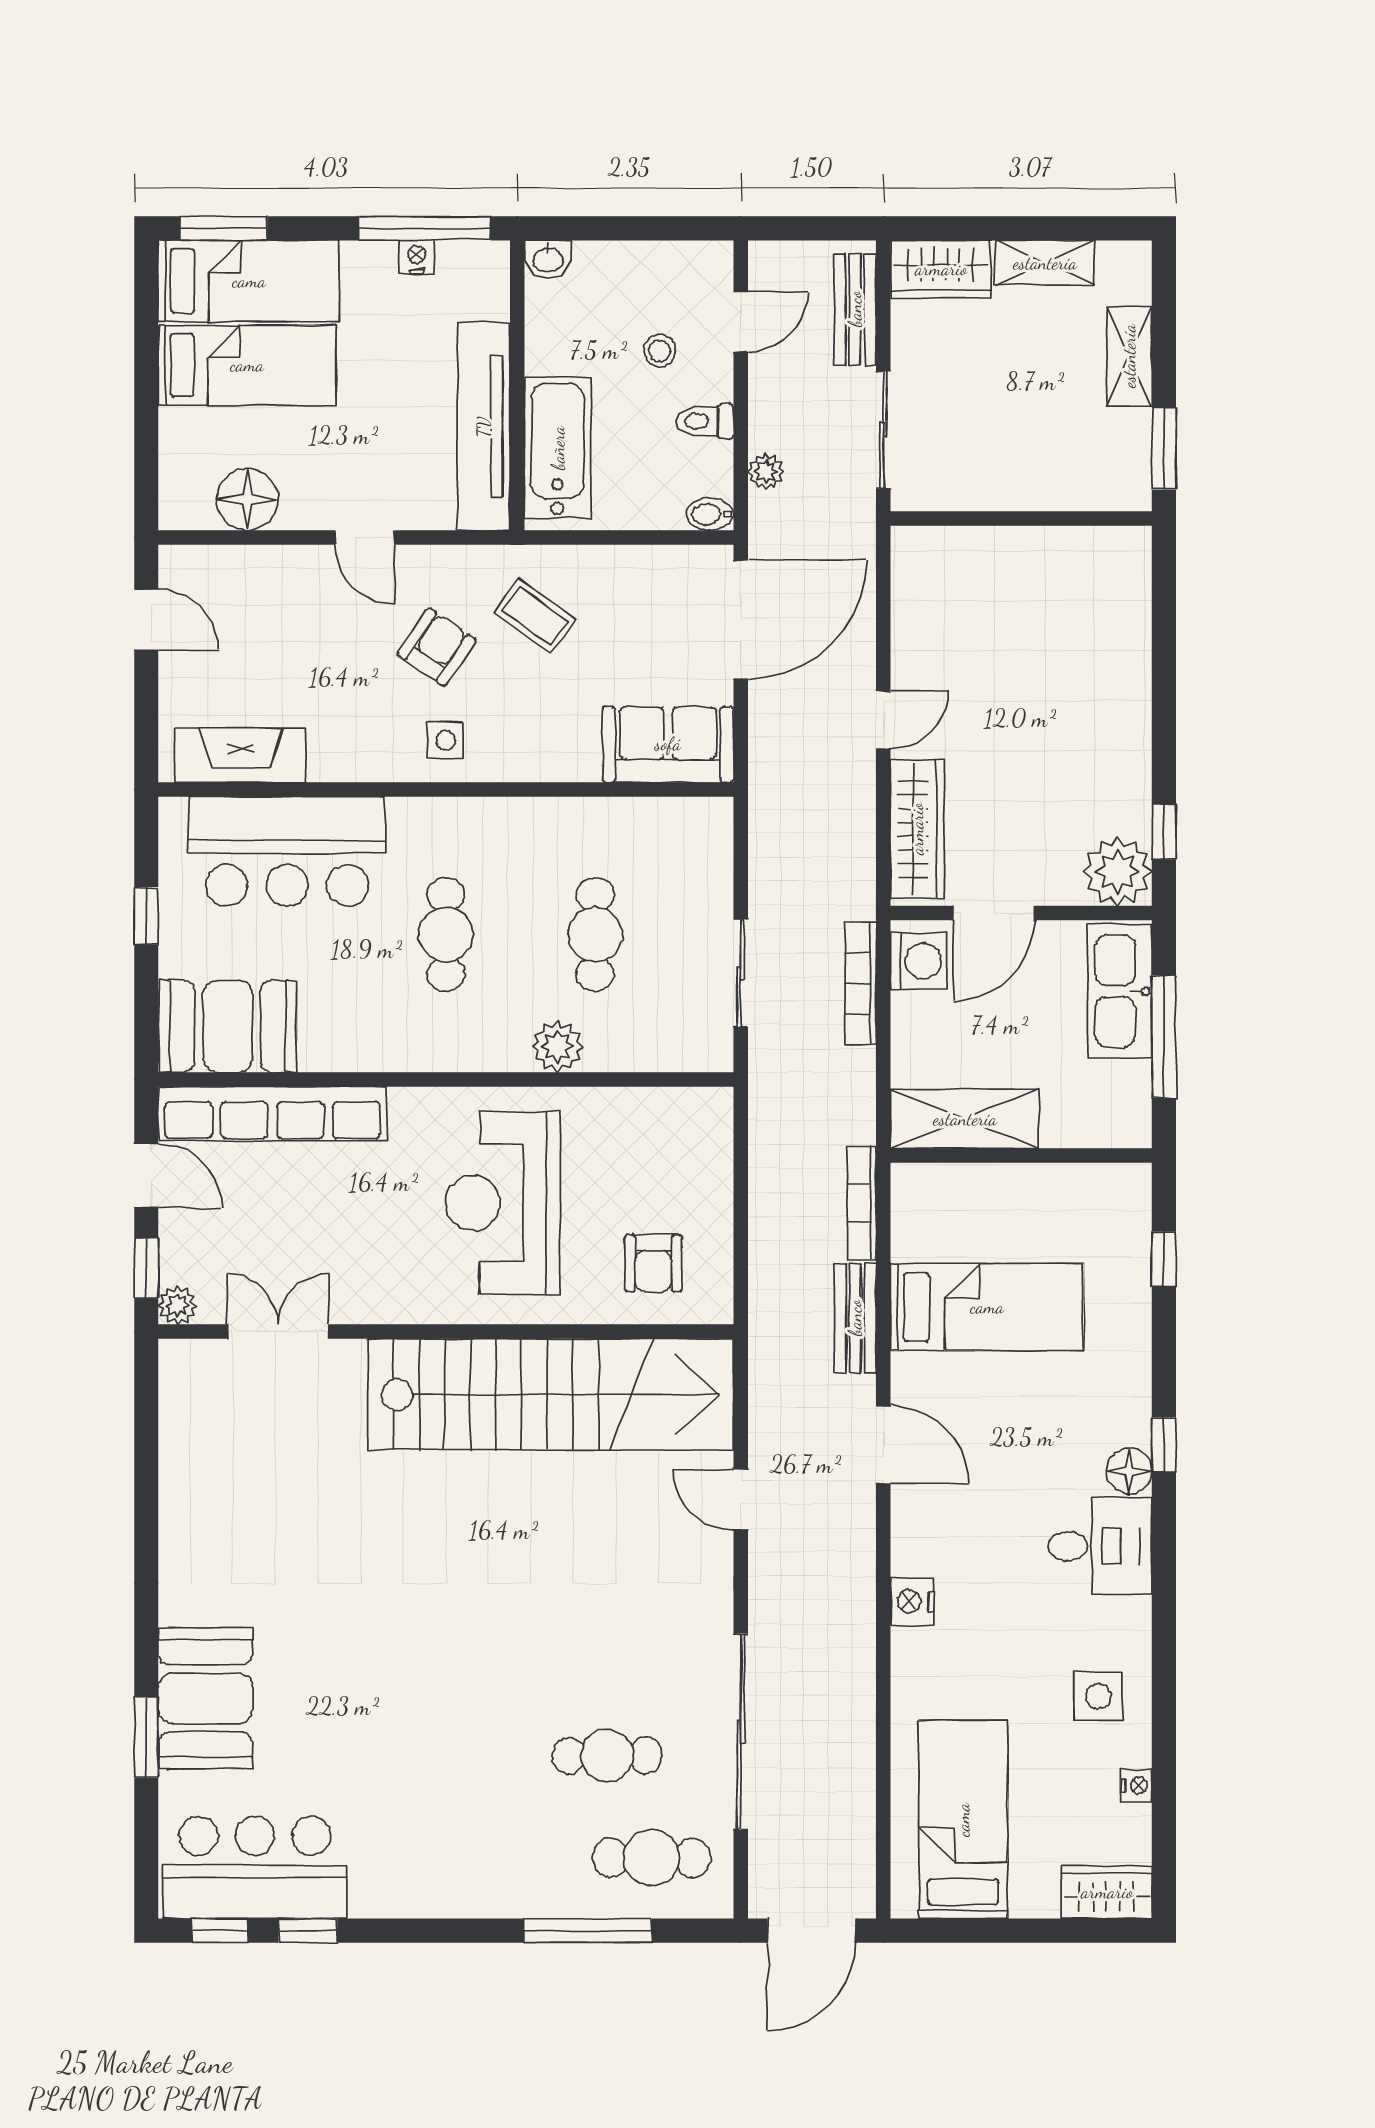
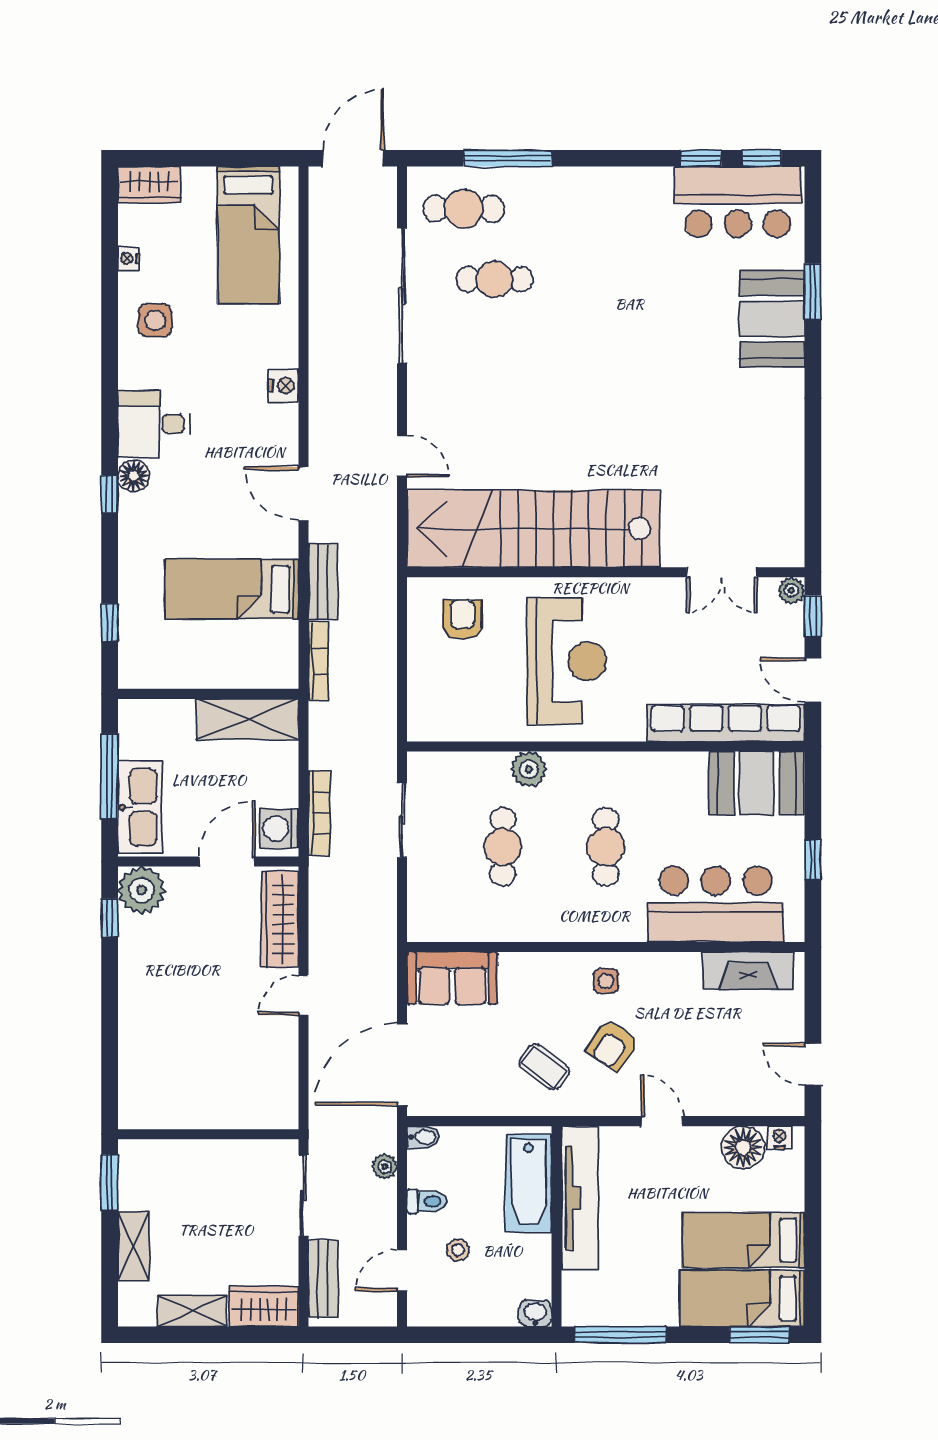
nightstand: (417, 257) -> (779, 1138), moved, turned 180

